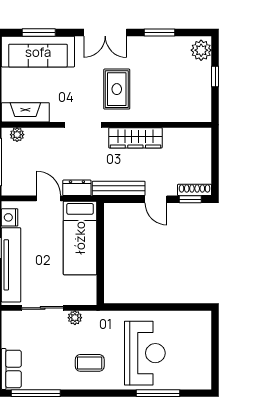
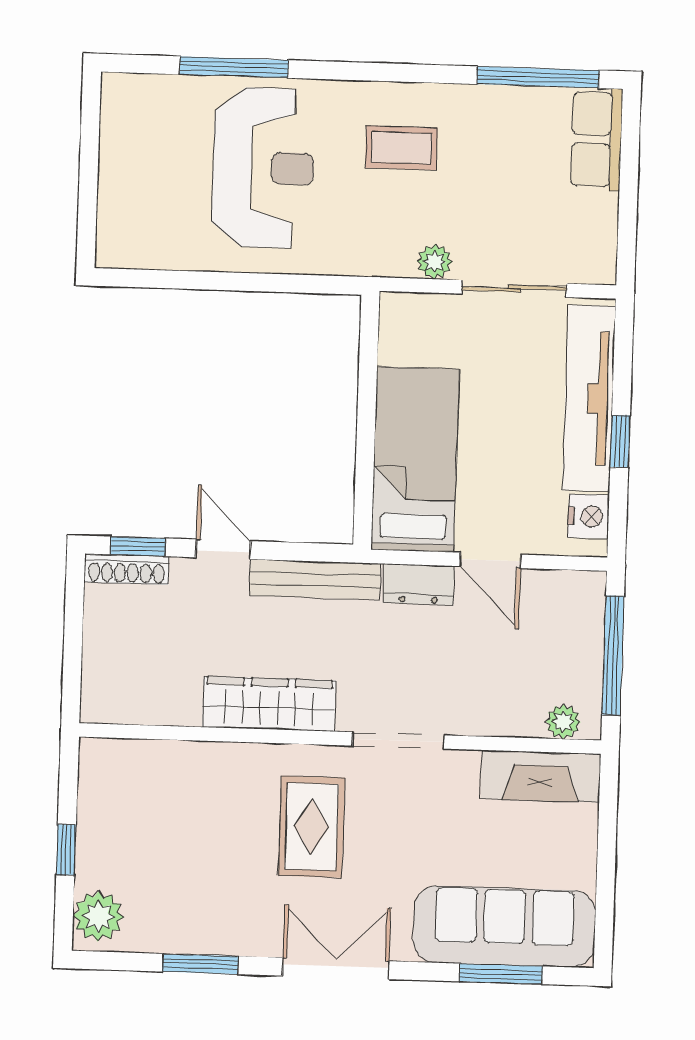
reception desk: (145, 353) -> (263, 168), turned 180

